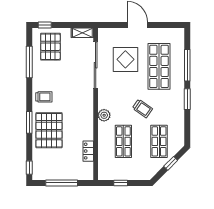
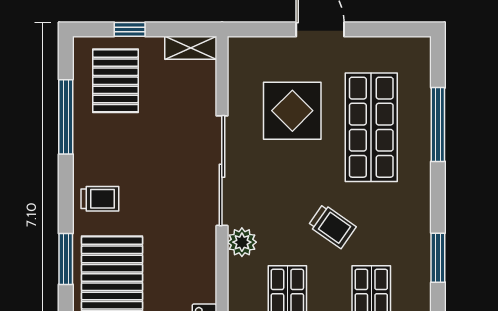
window: (45, 25) -> (130, 29), moved
sliding door: (96, 65) -> (222, 171), moved
window: (187, 99) -> (438, 258), moved

